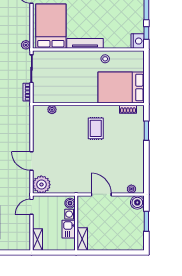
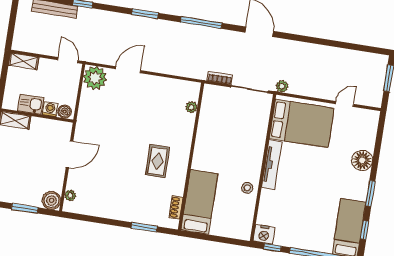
bed: (121, 87) -> (199, 202), width x0.67
rug: (96, 128) -> (158, 161), turned 90

